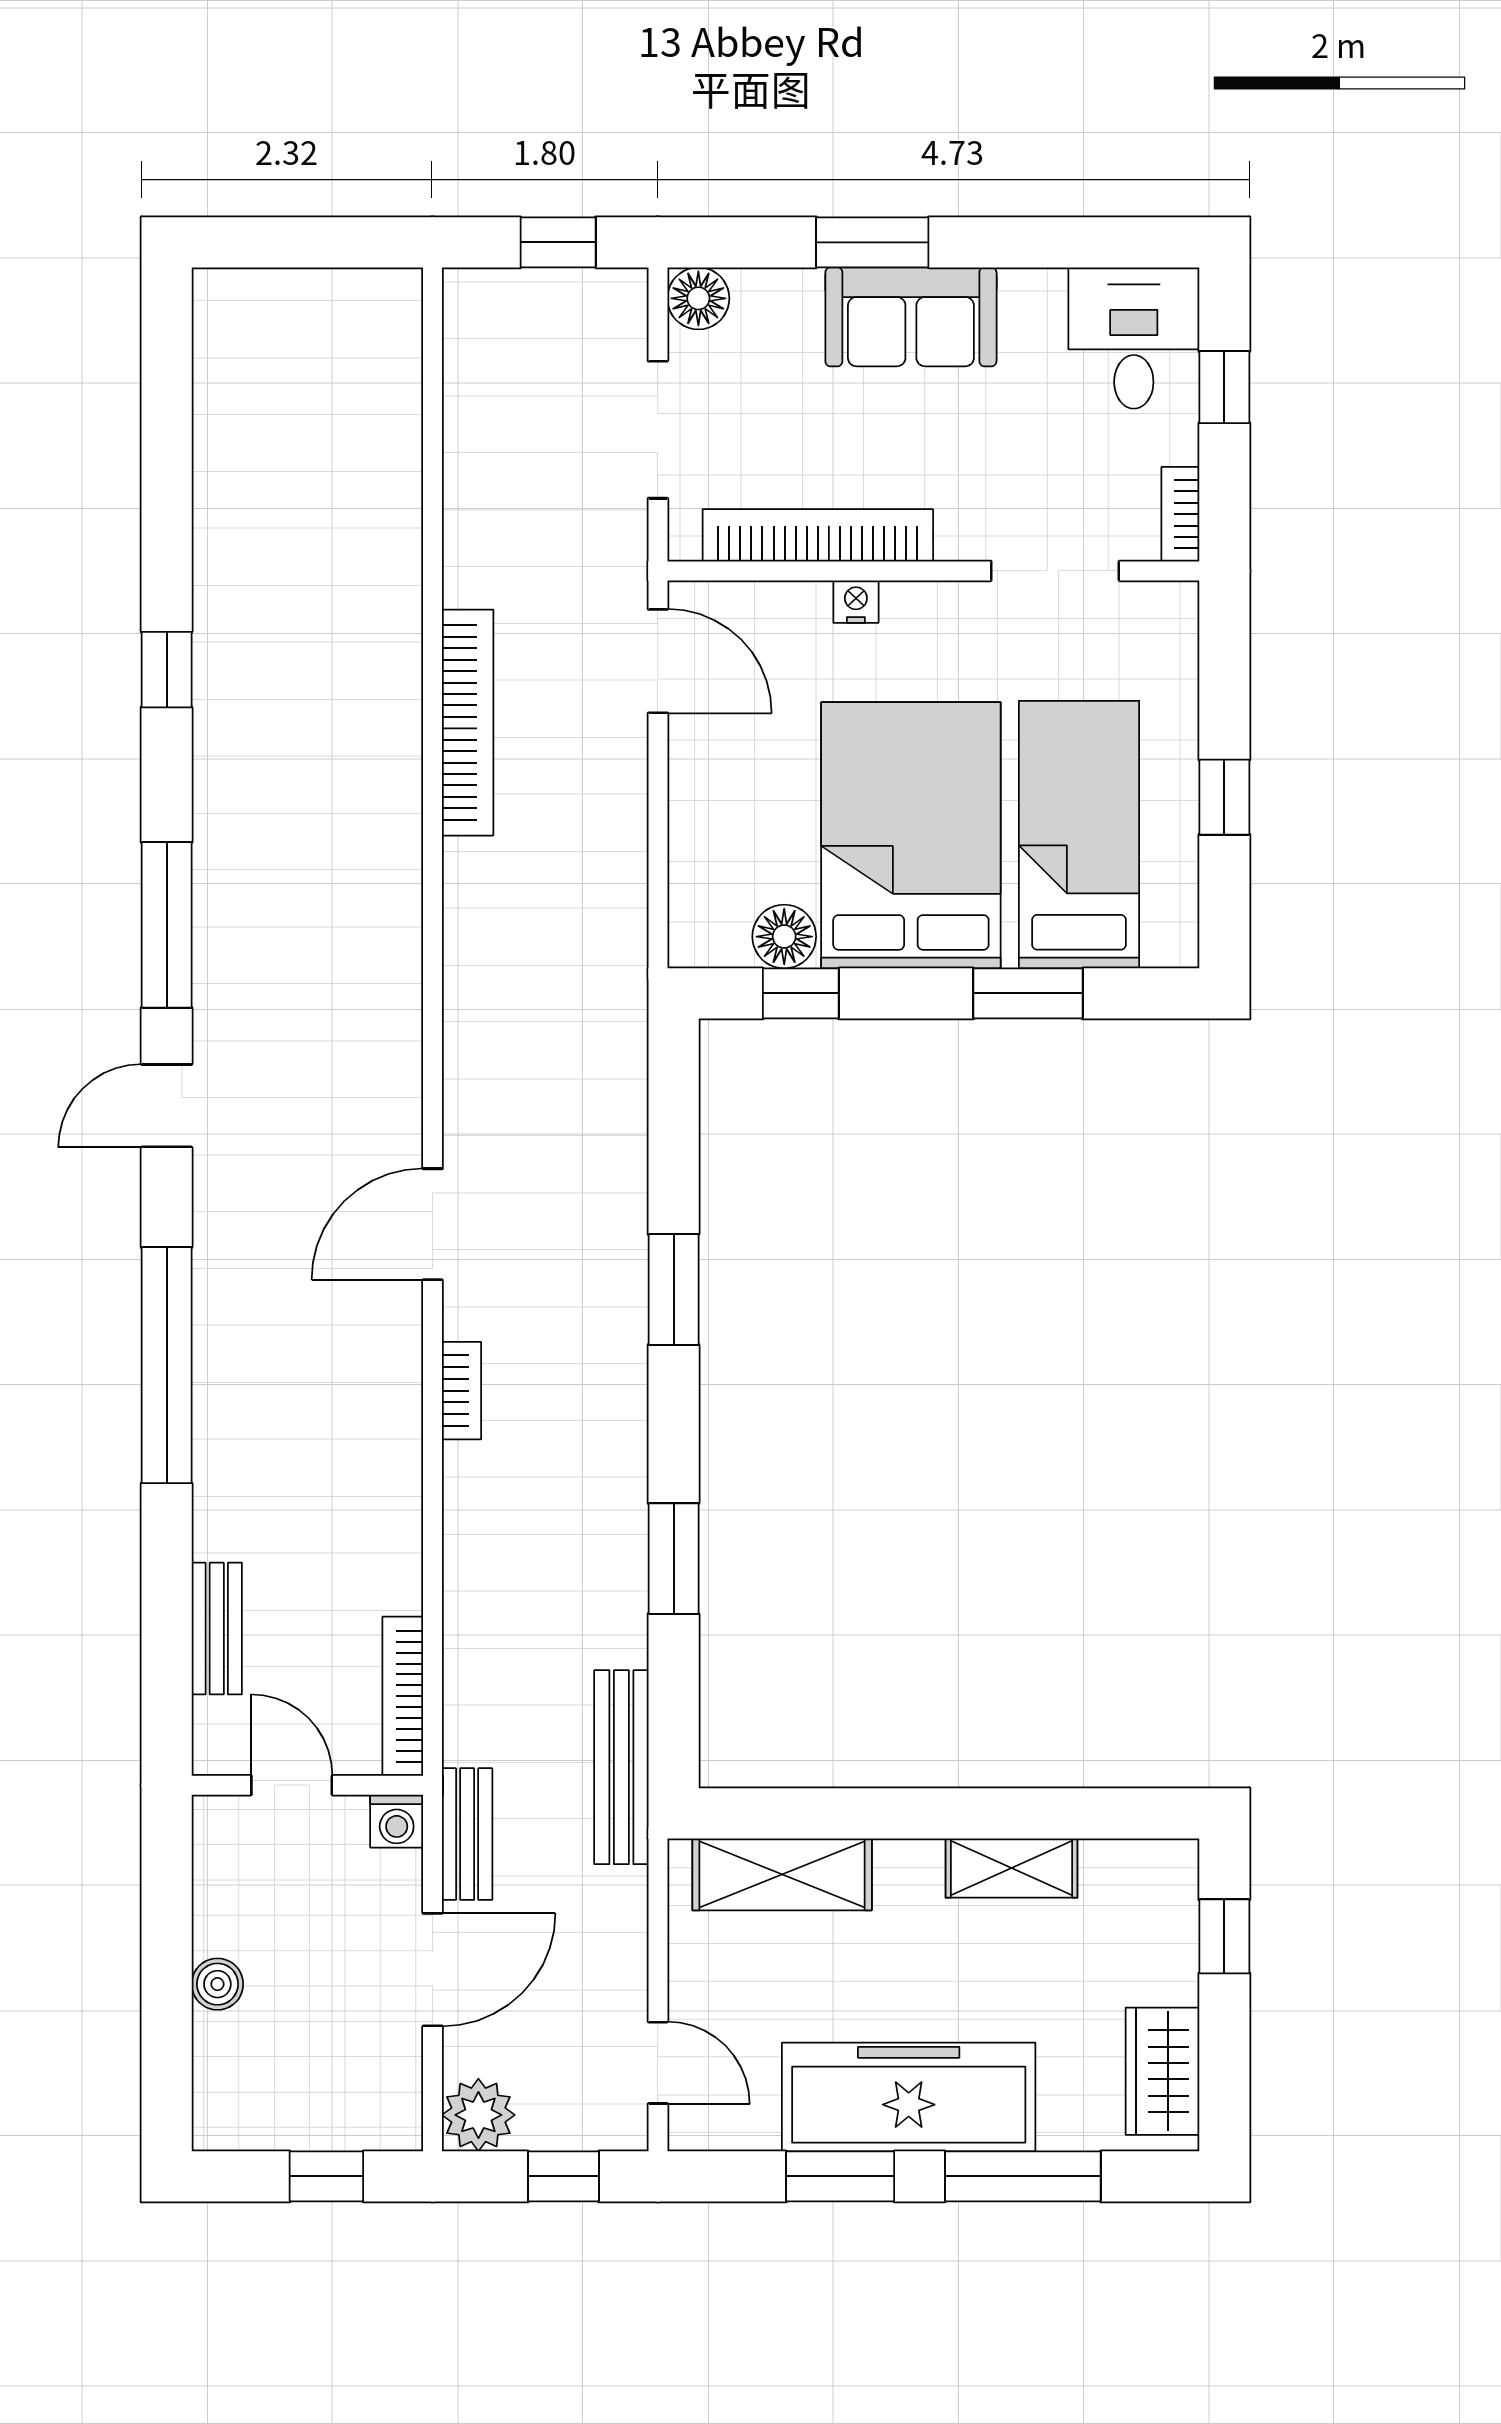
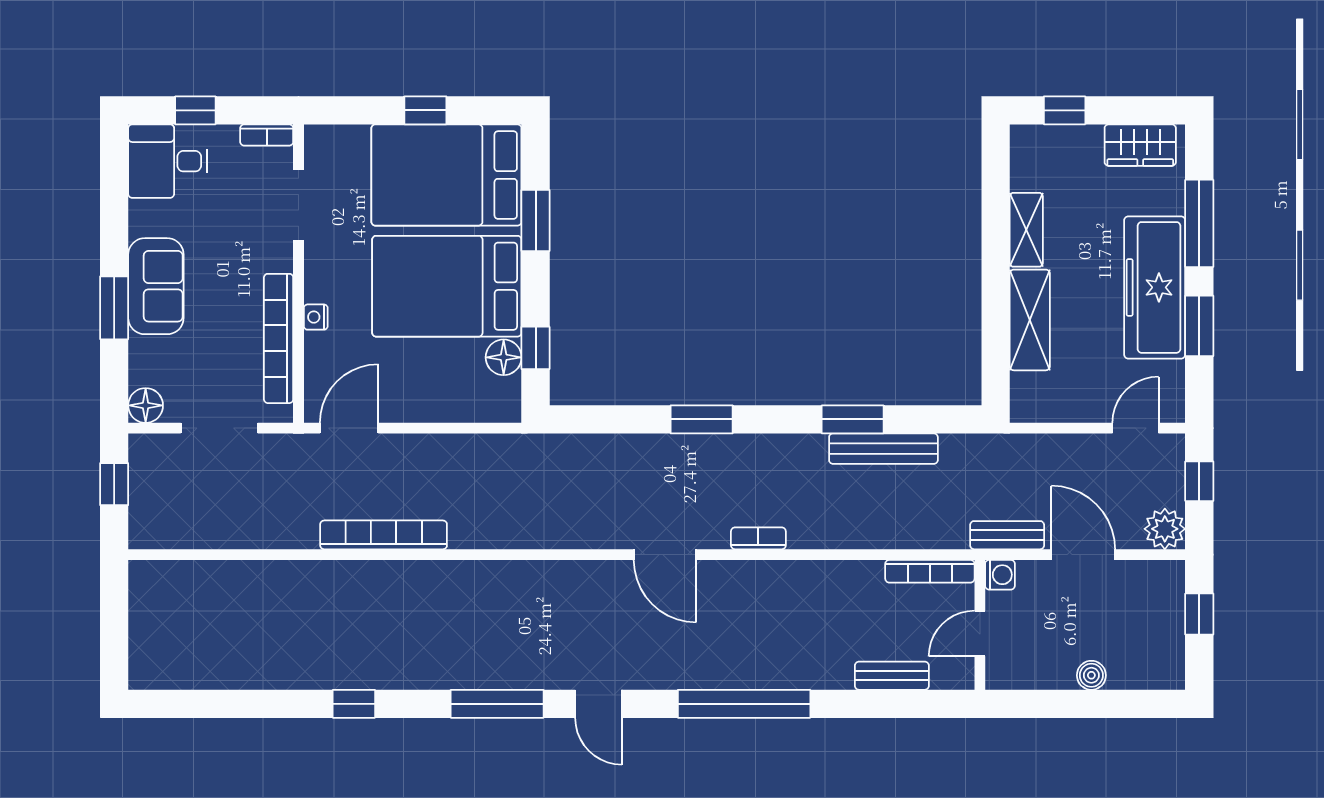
bed: (1079, 835) -> (446, 175), width x1.50
bench: (621, 1767) -> (883, 449), moved
shelving: (782, 1874) -> (1030, 320), moved

